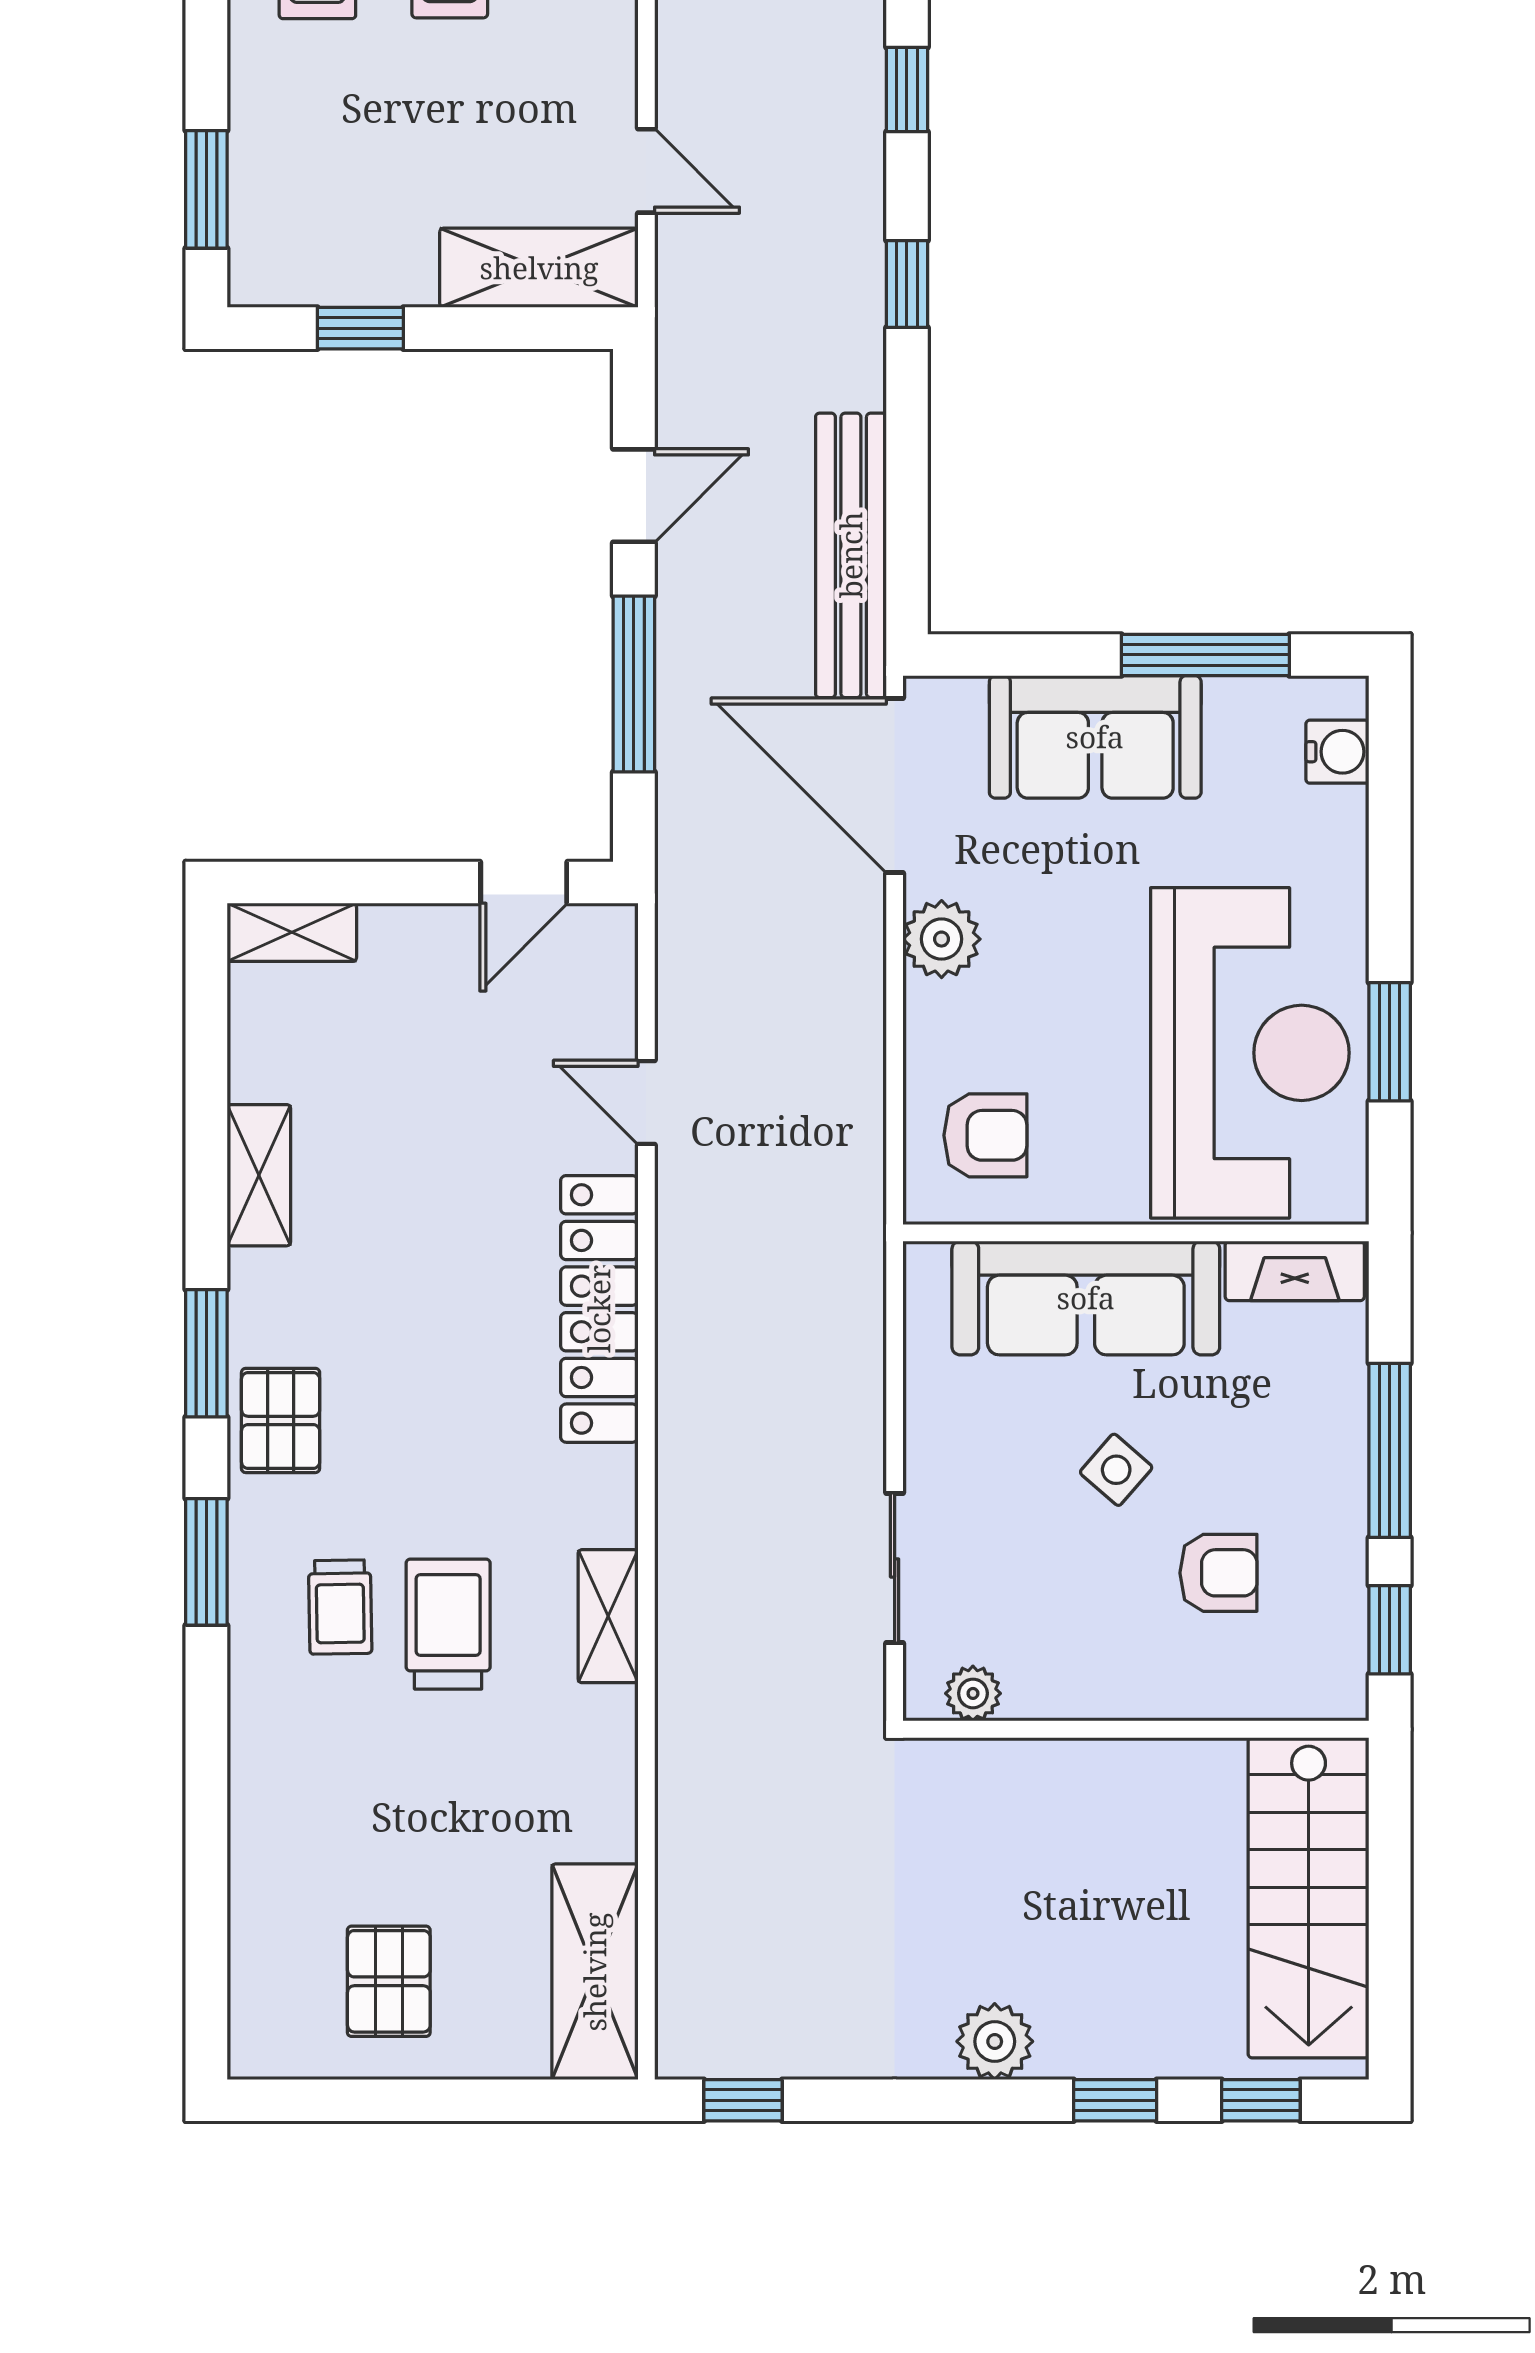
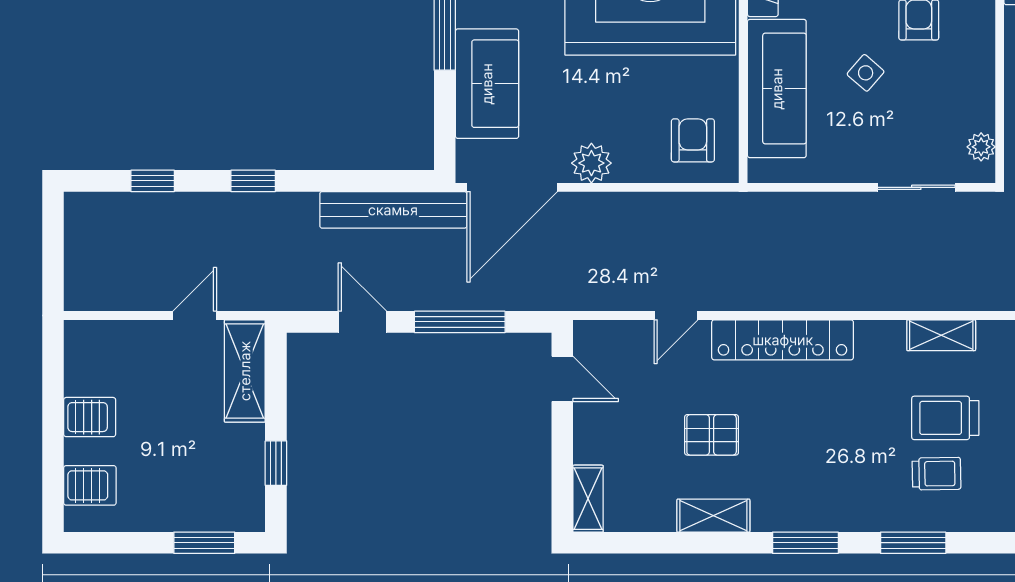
pallet: (281, 1420) -> (712, 435), moved

